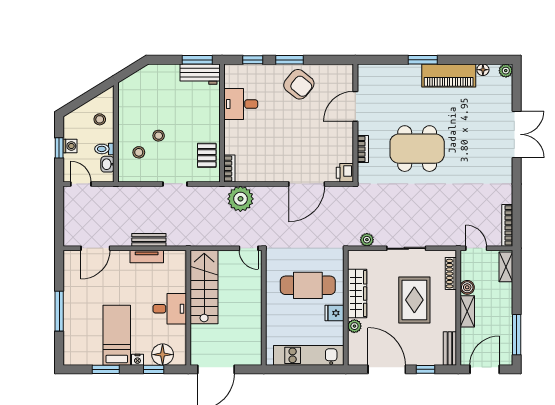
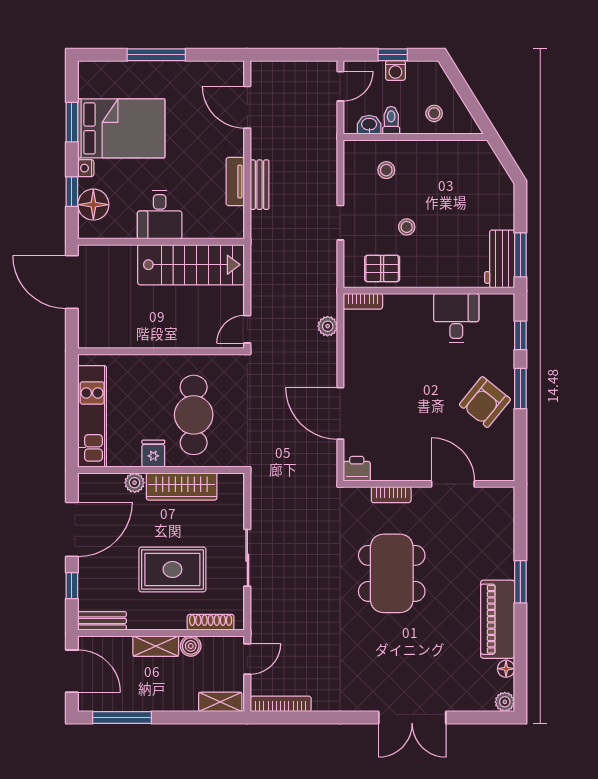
stool: (159, 136) -> (407, 227), moved
plant: (240, 199) -> (328, 326), width x0.53, depth x0.53
plant: (367, 240) -> (260, 501), removed
bed: (117, 335) -> (121, 128), width x1.50

